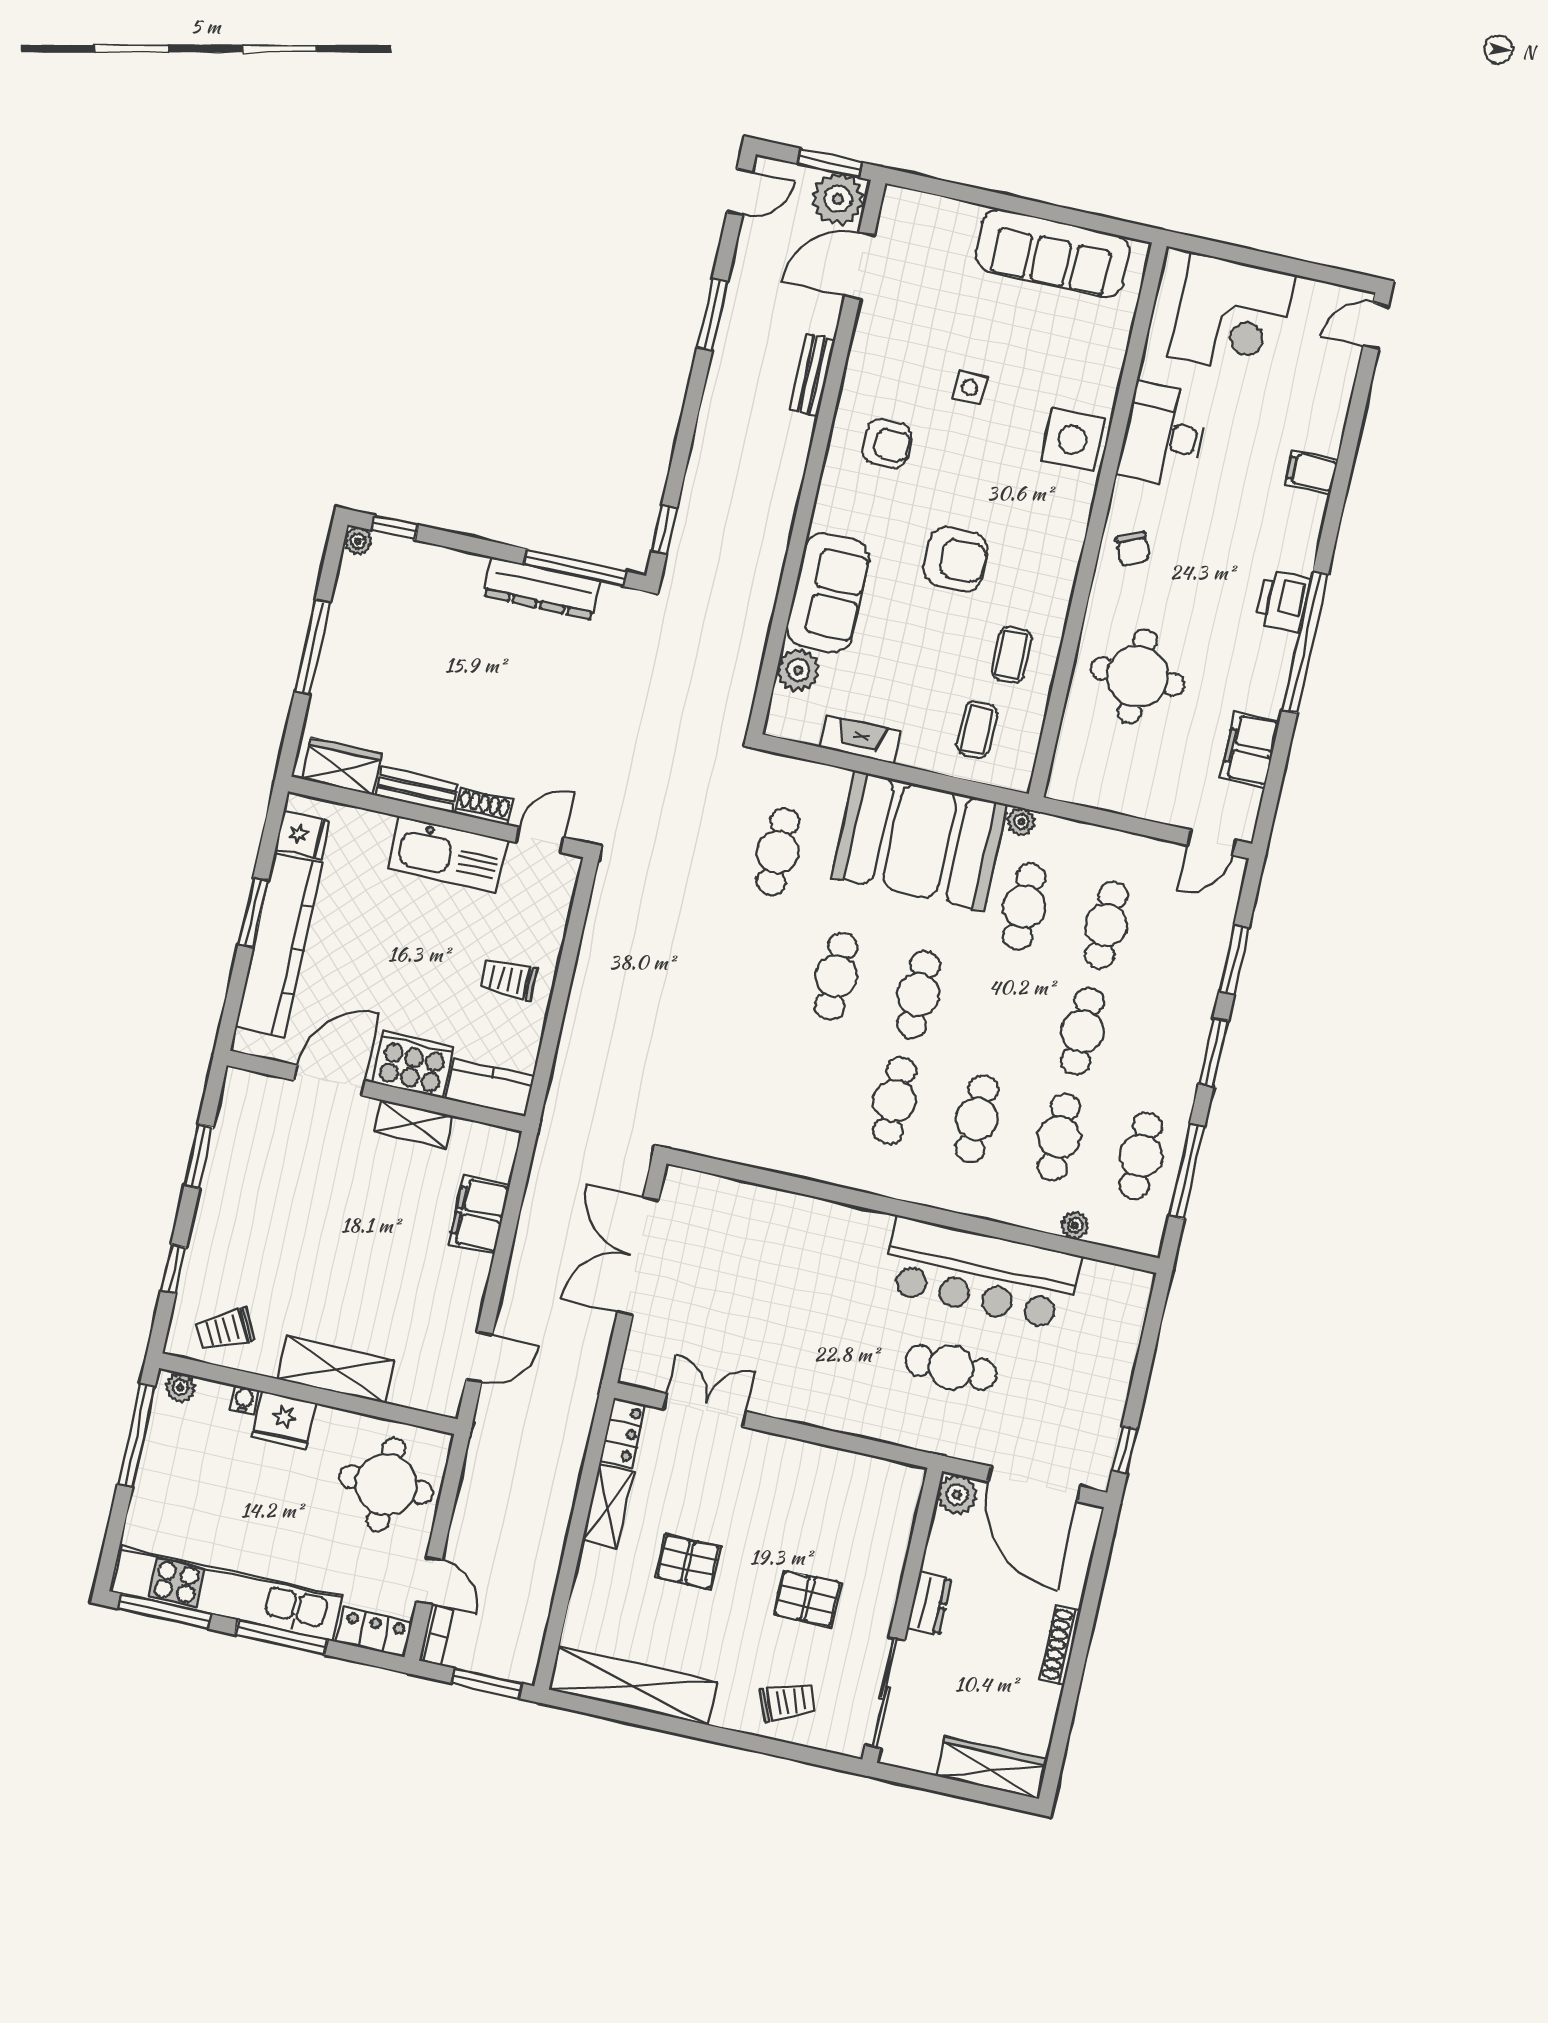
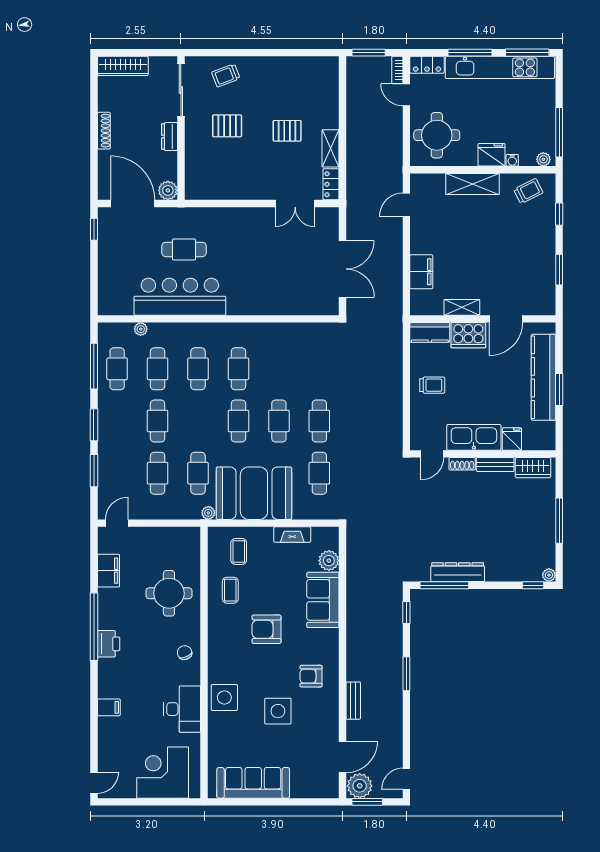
window: (712, 315) -> (406, 674), moved
side table: (970, 388) -> (278, 711), width x1.87, depth x1.87
fridge: (302, 835) -> (512, 439), moved, turned 90
cafe table: (754, 958) -> (319, 421), added
shelving: (633, 1686) -> (300, 67), removed

